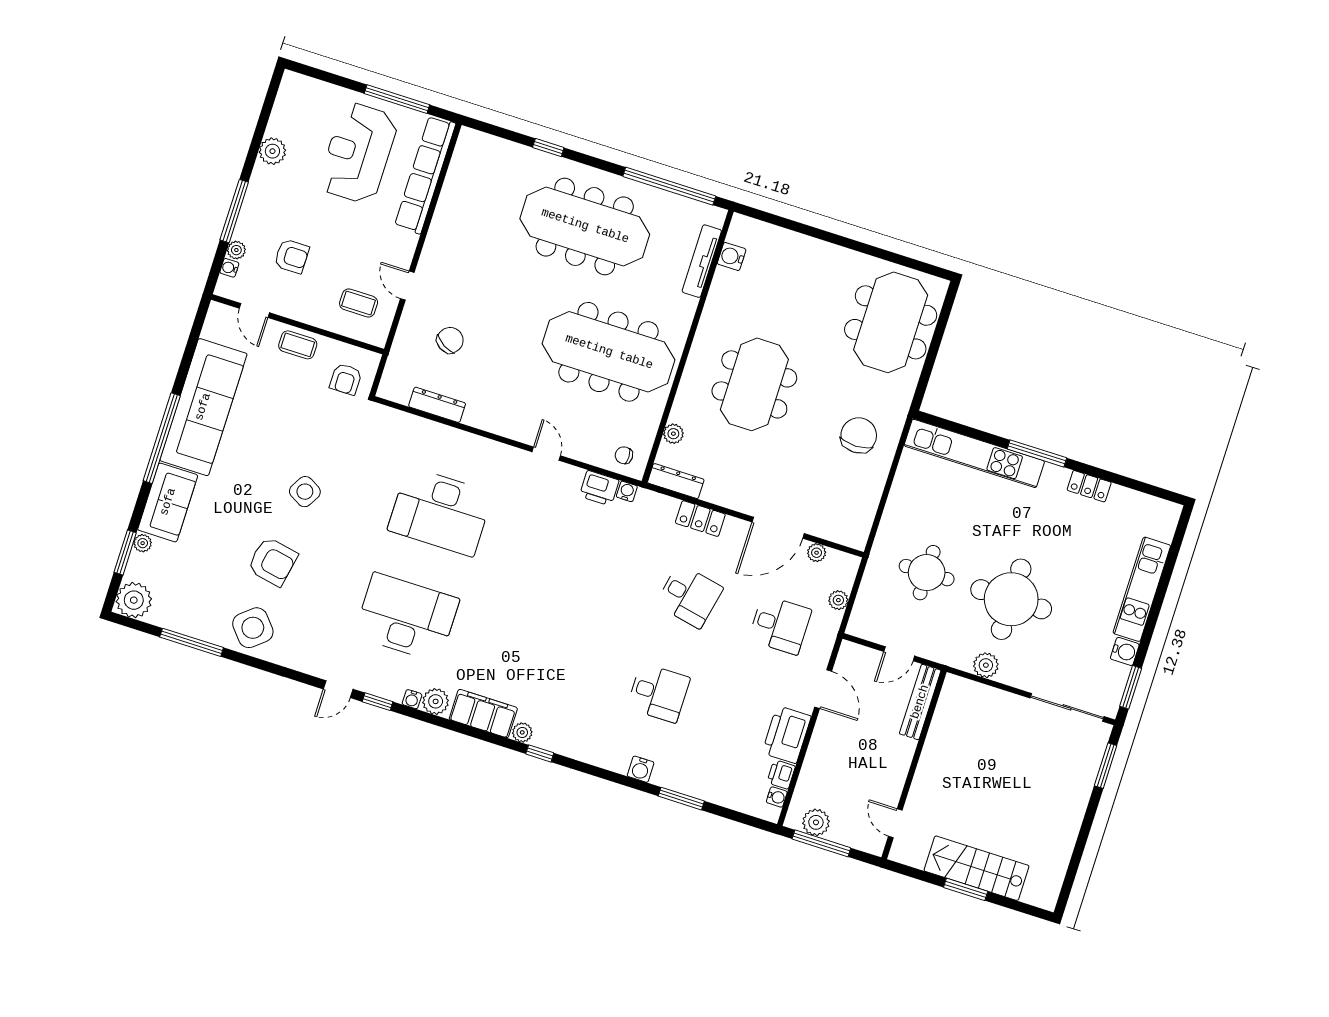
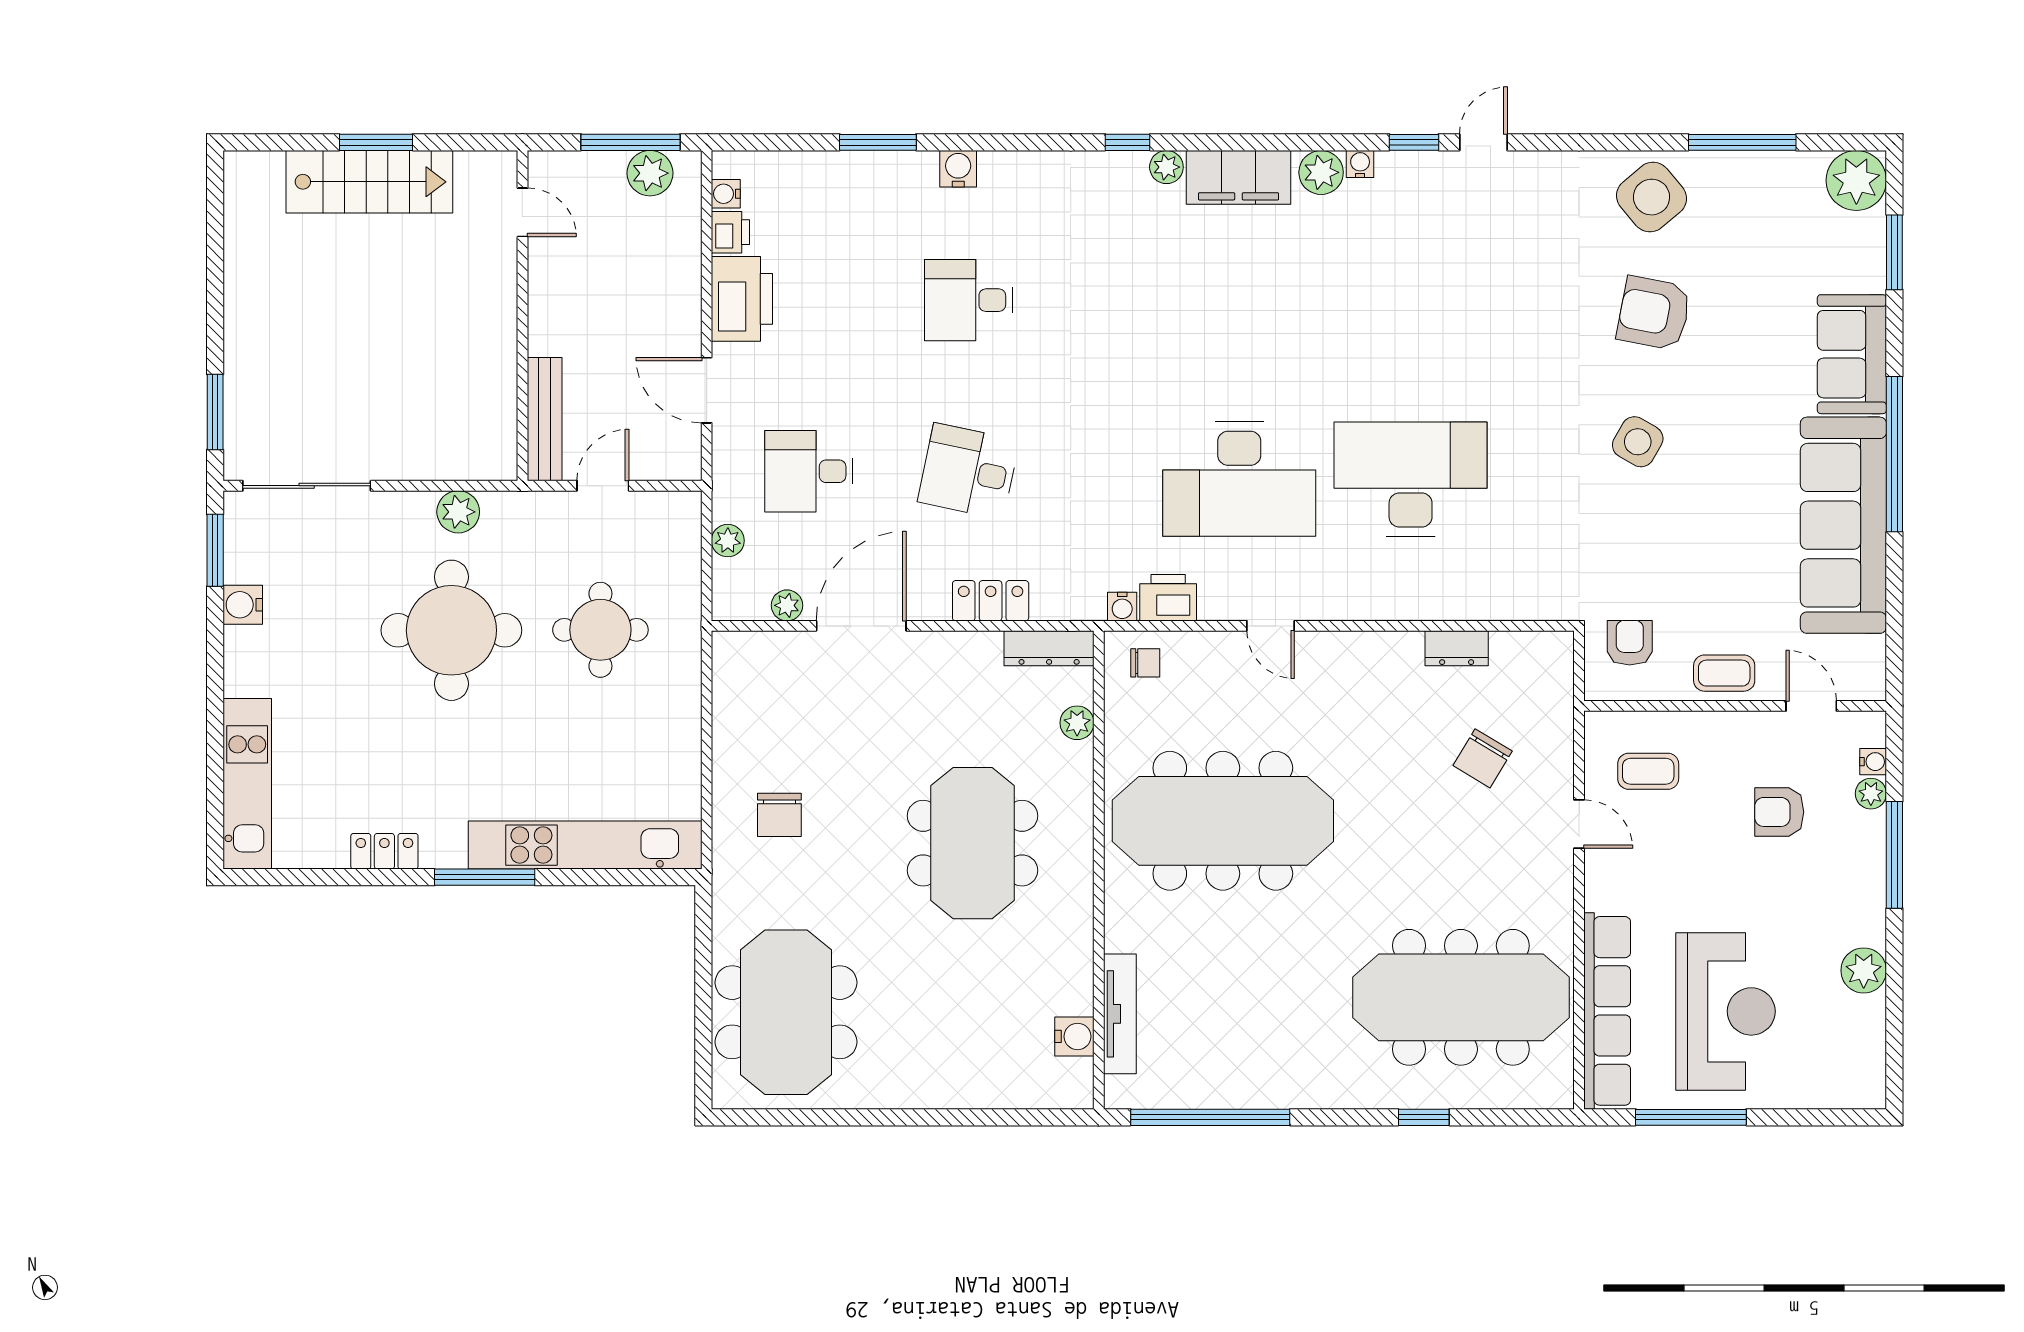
meeting table: (585, 226) -> (1461, 997), moved
dresser: (437, 405) -> (1457, 648), width x0.70
chair: (859, 435) -> (779, 815), width x0.73, depth x0.73
plant: (143, 543) -> (1871, 276), removed
kitchen unit: (1142, 589) -> (247, 784), moved
desk: (407, 617) -> (1239, 479), moved

